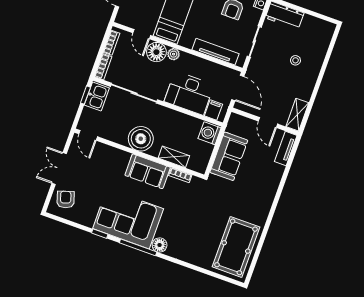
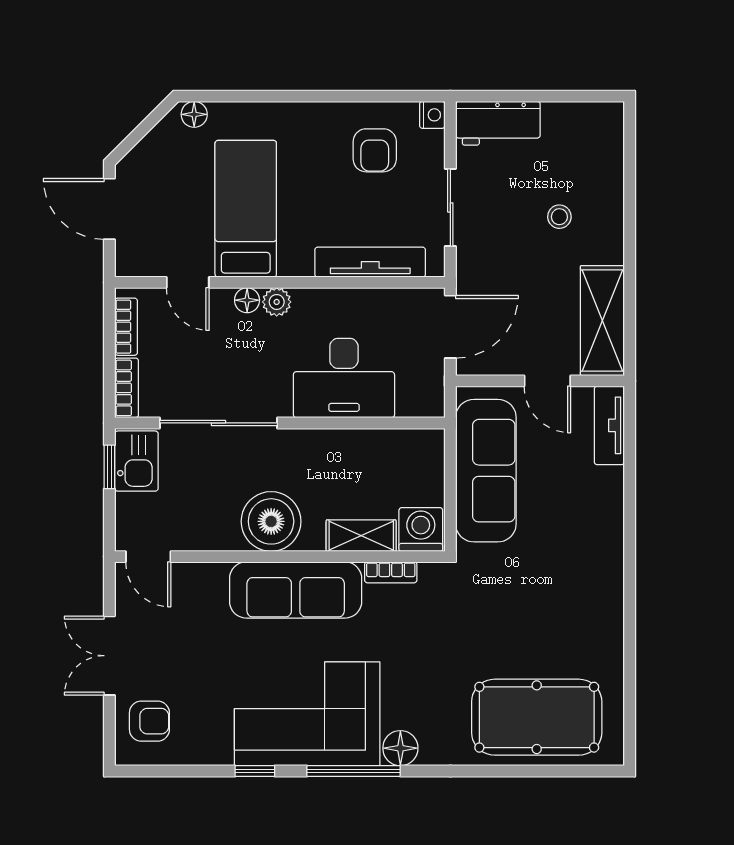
floor lamp: (156, 52) -> (247, 300), width x0.53, depth x0.53
door: (238, 88) -> (450, 327), hinge flipped
filing cabinet: (213, 110) -> (413, 397), removed
shelving: (297, 115) -> (602, 321), width x1.50, depth x1.33
washing machine: (210, 133) -> (421, 529), moved, turned 90
sofa: (229, 156) -> (486, 471), width x1.36
sofa: (148, 171) -> (296, 590), width x1.36
armchair: (66, 200) -> (149, 721), turned 108
pool table: (236, 247) -> (537, 717), moved, turned 90

